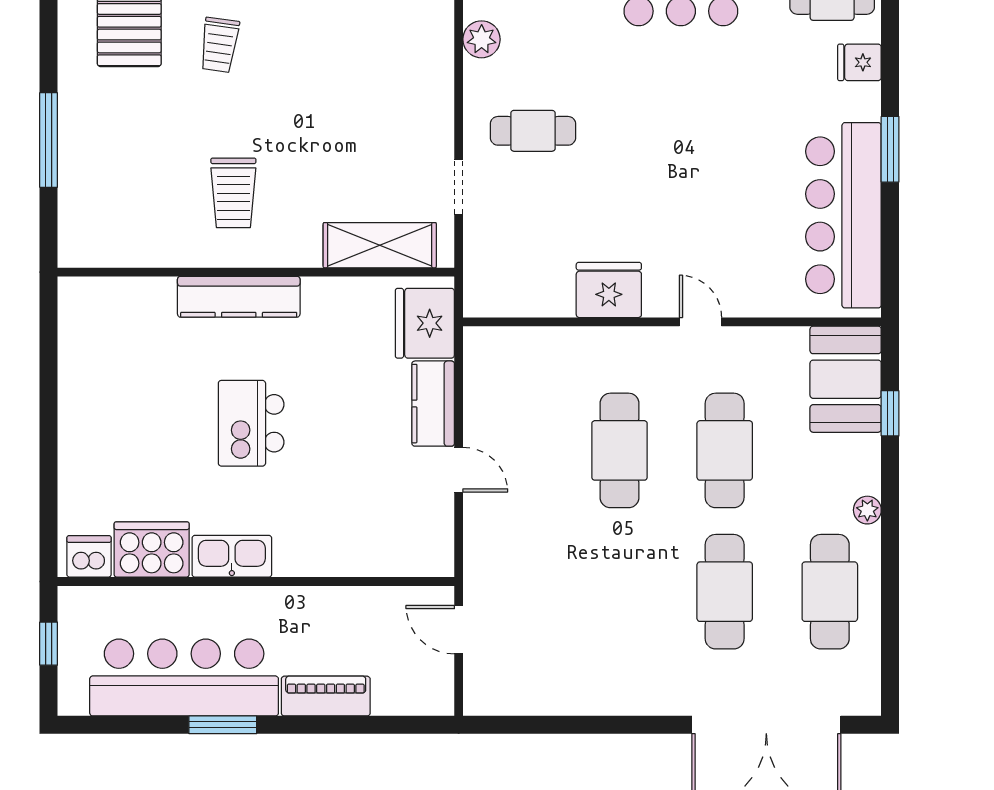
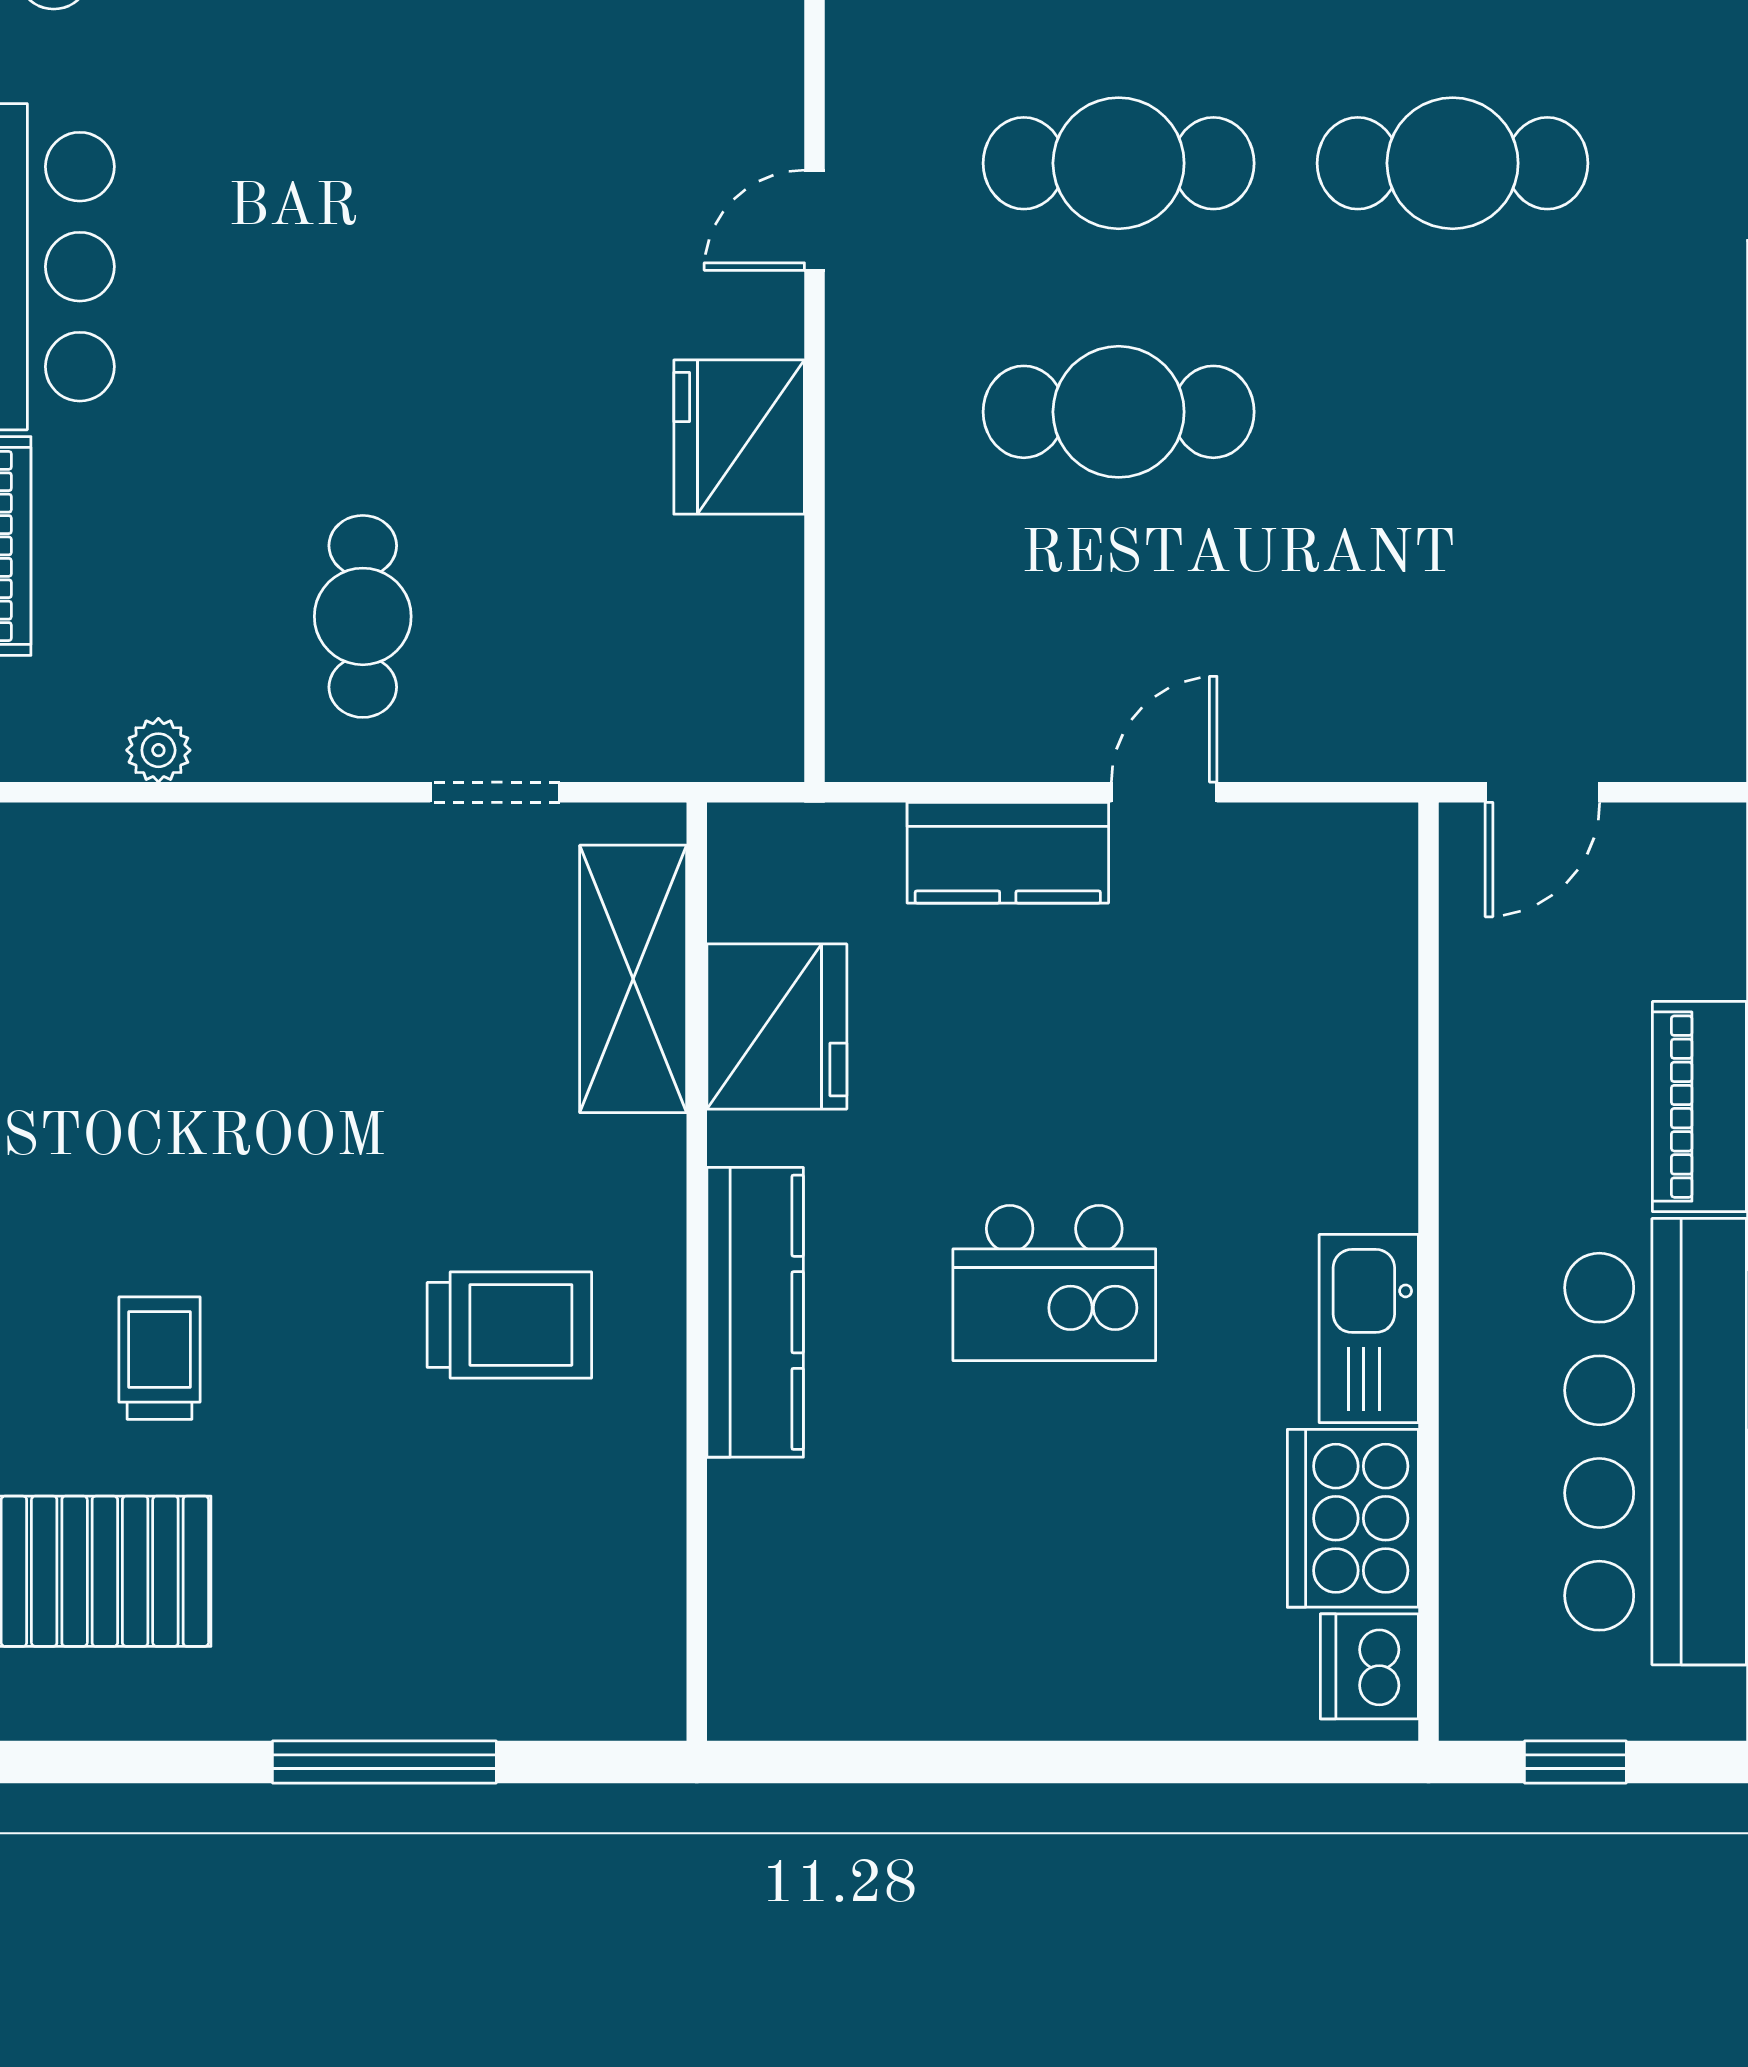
plant: (482, 39) -> (158, 750), width x0.73, depth x0.73
trolley: (219, 45) -> (160, 1358), turned -98
fridge: (425, 323) -> (777, 1027), moved, turned -90

